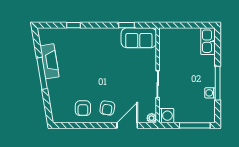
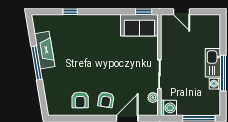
window: (126, 25) -> (144, 12), moved
door: (178, 25) -> (181, 12), added
kitchen sink: (208, 41) -> (213, 63), moved
plant: (152, 118) -> (153, 98), moved

